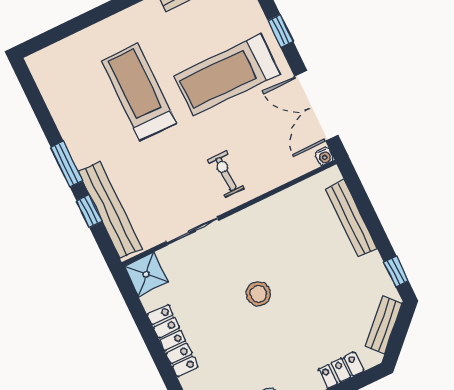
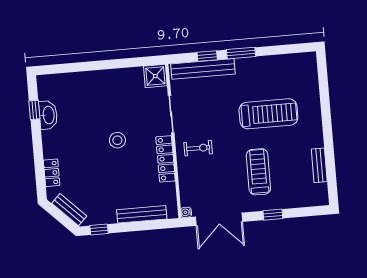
treadmill: (227, 75) -> (258, 172), width x0.73, depth x0.73
double door: (316, 106) -> (219, 219), swing flipped
locker: (173, 341) -> (166, 159), moved, turned 90

